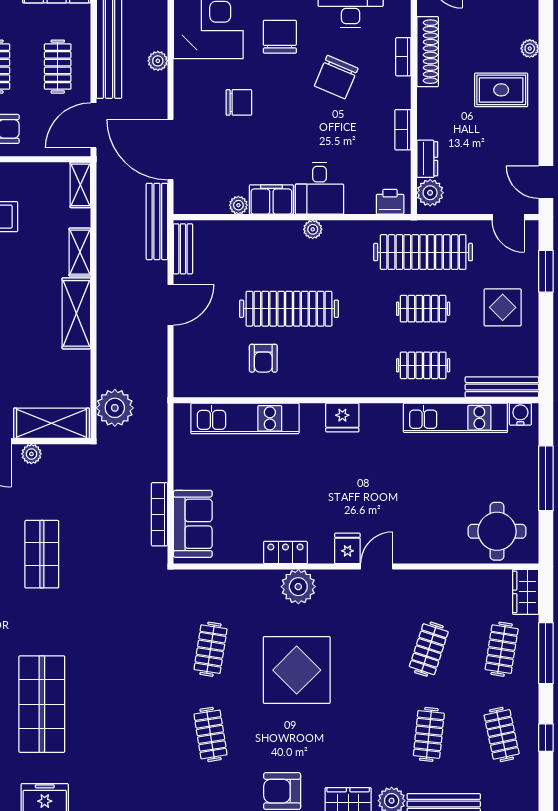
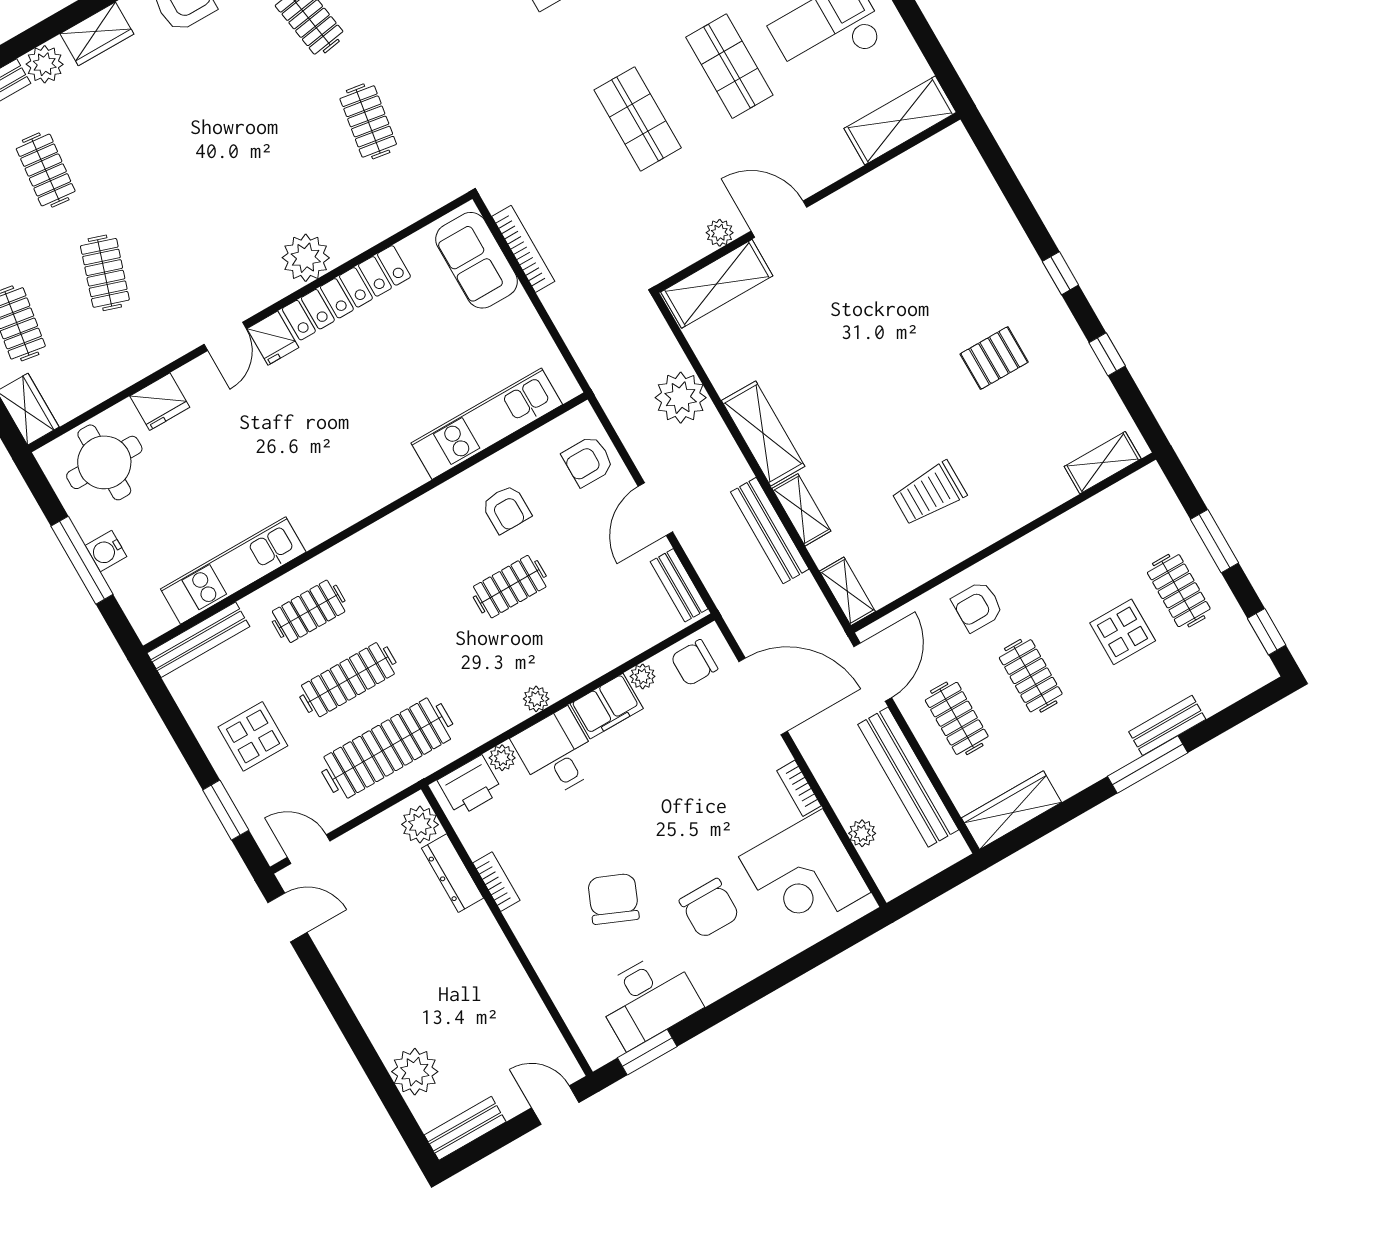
plant: (530, 48) -> (415, 1072), width x1.87, depth x1.87
shoe rack: (428, 52) -> (521, 993), removed
bookcase: (403, 57) -> (799, 788), moved, turned 180
plant: (158, 61) -> (862, 833), moved
rug: (501, 90) -> (406, 998), removed
chair: (239, 102) -> (694, 663), moved
dresser: (427, 159) -> (453, 873), width x1.44
printer: (390, 202) -> (470, 786), width x1.36, depth x1.24
plant: (355, 205) -> (502, 758), added
bench: (157, 221) -> (770, 531), moved
clothes rail: (289, 309) -> (510, 587), width x0.54, depth x0.76
clothes rail: (423, 309) -> (348, 680), width x1.36
armchair: (263, 358) -> (506, 509), turned 180
armchair: (195, 359) -> (588, 461), added
plant: (115, 408) -> (681, 398), moved
water cooler: (520, 414) -> (106, 551), moved, turned 90
fridge: (342, 418) -> (160, 402), moved, turned 180
locker: (285, 553) -> (346, 293), width x2.16, depth x1.21
display table: (297, 670) -> (250, 156), removed

